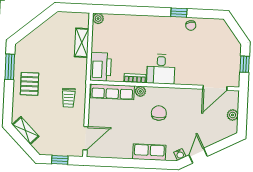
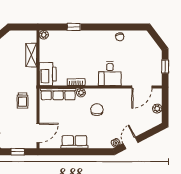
window: (179, 13) -> (74, 27), moved
desk: (161, 69) -> (110, 74), moved
row of seats: (149, 152) -> (74, 142), moved

